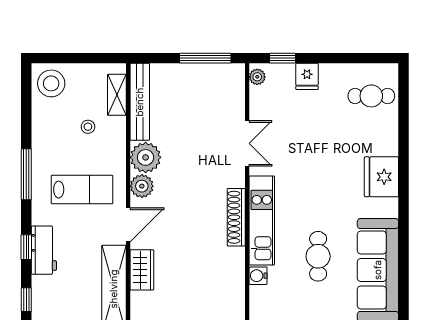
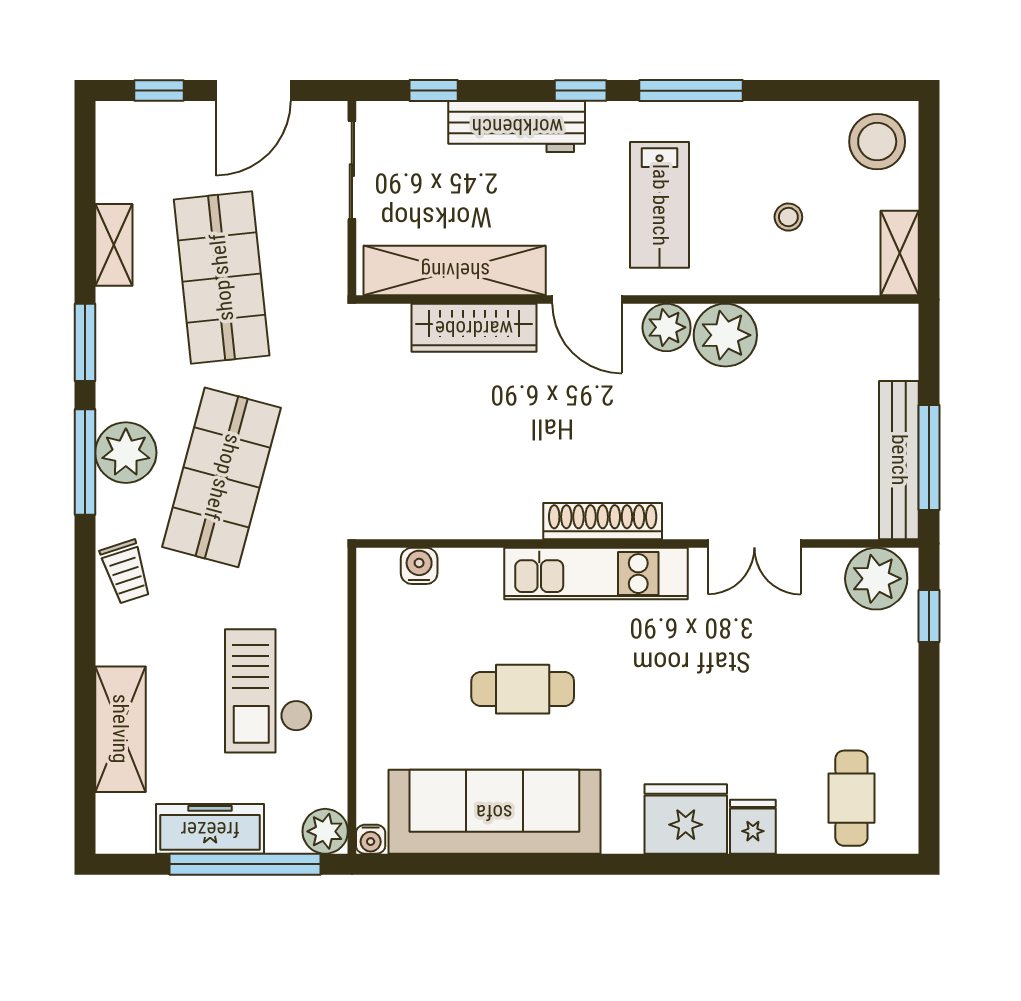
fridge: (307, 76) -> (753, 827), moved, turned 90
plant: (257, 77) -> (876, 579), width x1.88, depth x1.88
shelving: (117, 95) -> (900, 253), moved, turned 90
bench: (140, 102) -> (899, 460), moved, turned 90
window: (26, 247) -> (581, 91), moved
workbench: (44, 250) -> (517, 126), width x1.38
wardrobe: (142, 270) -> (474, 328), width x1.50
water cooler: (258, 276) -> (419, 566), moved

